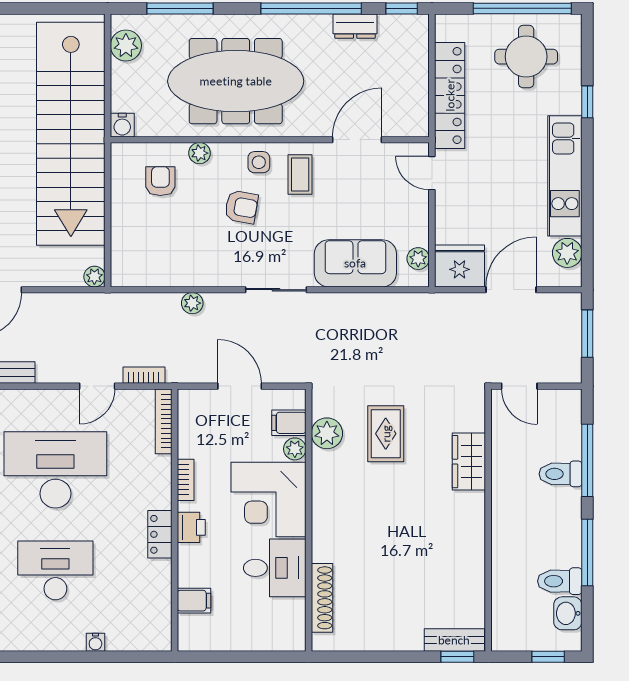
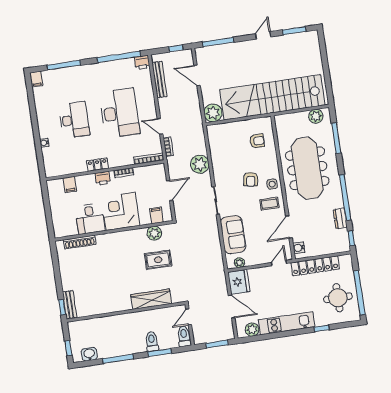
water cooler: (122, 125) -> (299, 248), moved
door: (357, 140) -> (289, 227), swing flipped
plant: (200, 153) -> (272, 157), removed
plant: (94, 277) -> (213, 113), width x1.87, depth x1.87
plant: (192, 303) -> (200, 164), width x1.87, depth x1.87
plant: (295, 449) -> (145, 220), removed
window: (587, 460) -> (160, 353), width x0.69
wardrobe: (469, 462) -> (151, 299), width x1.50
toilet: (560, 581) -> (184, 336), moved

